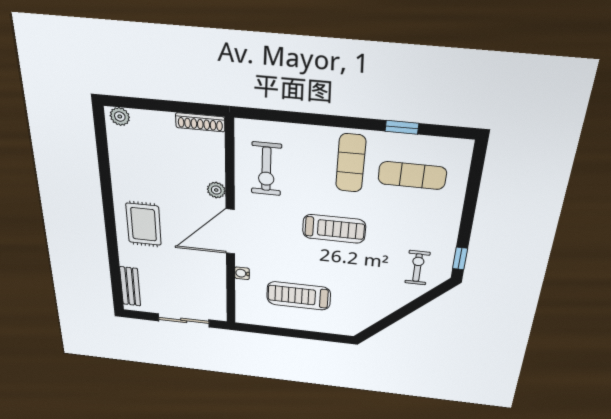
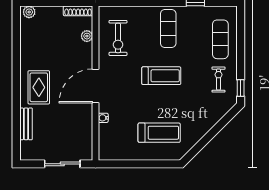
exercise mat: (412, 176) -> (220, 39), moved, turned 90
plant: (216, 190) -> (87, 36), moved
exercise bike: (417, 268) -> (218, 80), moved
bench: (130, 286) -> (26, 124), moved
treadmill: (299, 296) -> (159, 133), moved, turned 180

